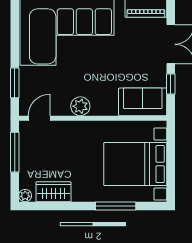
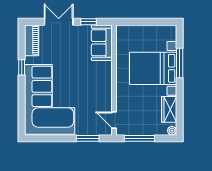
plant: (80, 106) -> (105, 89), removed
bed with nightstands: (135, 164) -> (153, 68), moved, turned 90

